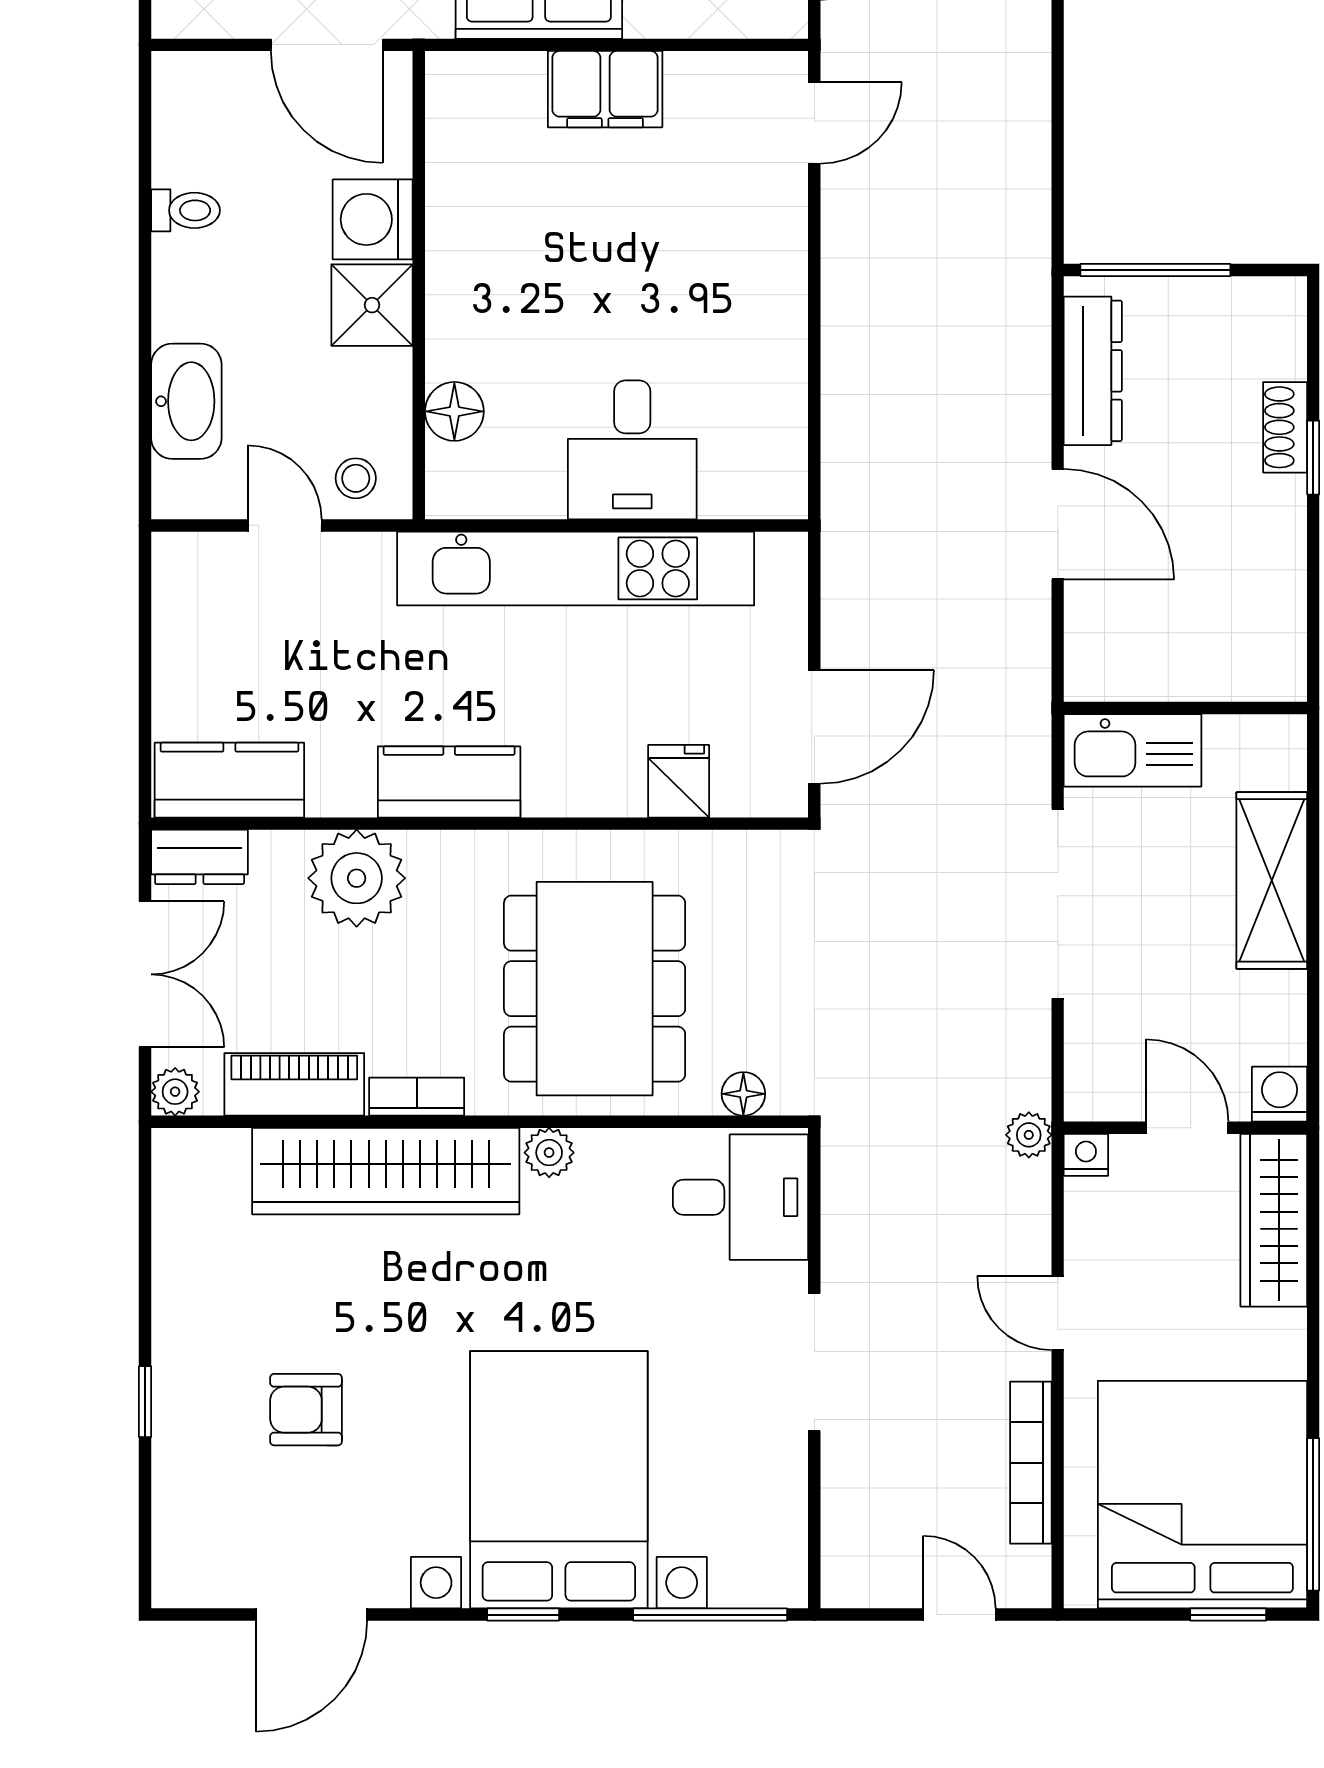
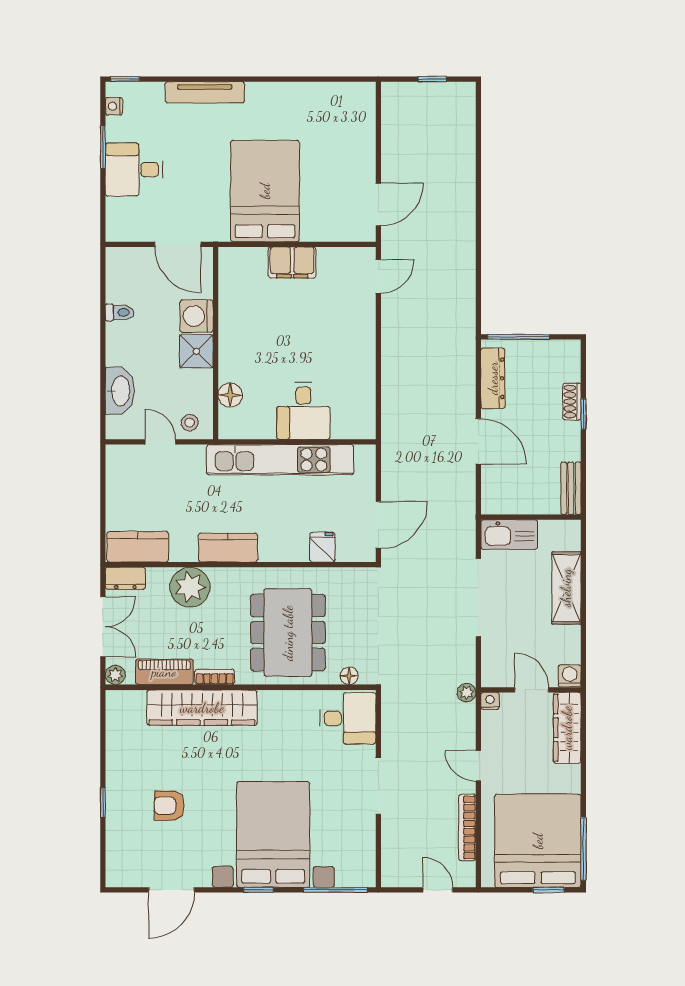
bench: (1283, 638) -> (571, 488), added
plant: (549, 1153) -> (269, 700), removed

